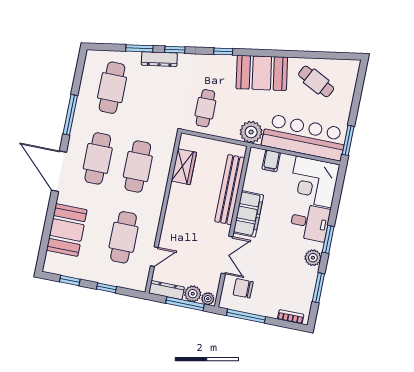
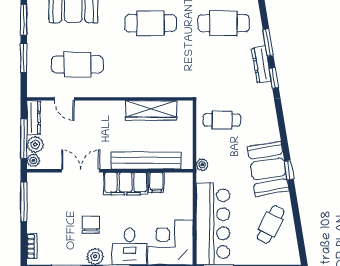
window: (223, 51) -> (289, 170), moved
plant: (251, 132) -> (202, 165), width x0.53, depth x0.53
filing cabinet: (271, 161) -> (156, 182), moved, turned -90
cafe table: (138, 167) -> (151, 65), removed
wardrobe: (184, 167) -> (151, 110), width x1.50
double door: (227, 255) -> (81, 171), swing flipped
window: (70, 280) -> (24, 20), width x1.50
window: (107, 288) -> (24, 58), width x1.50
chair: (243, 288) -> (91, 225), moved

